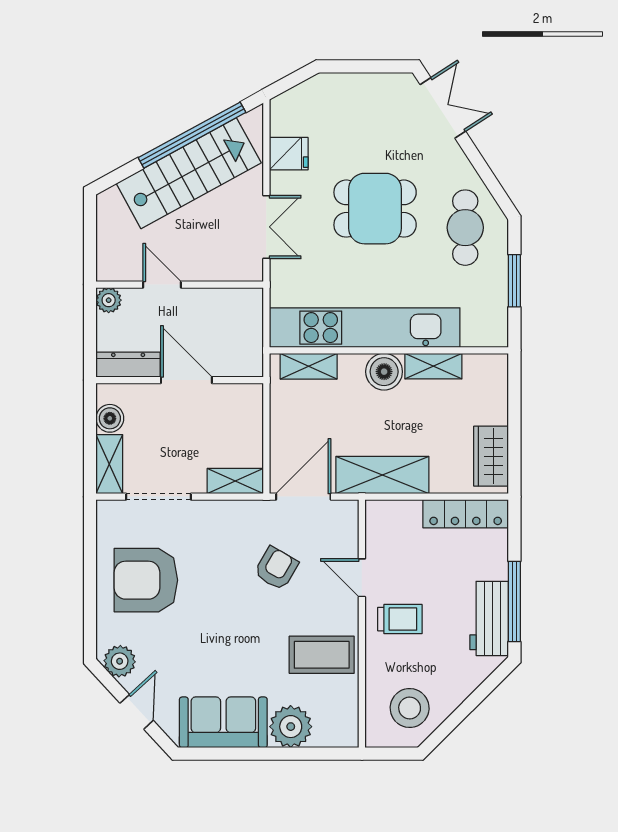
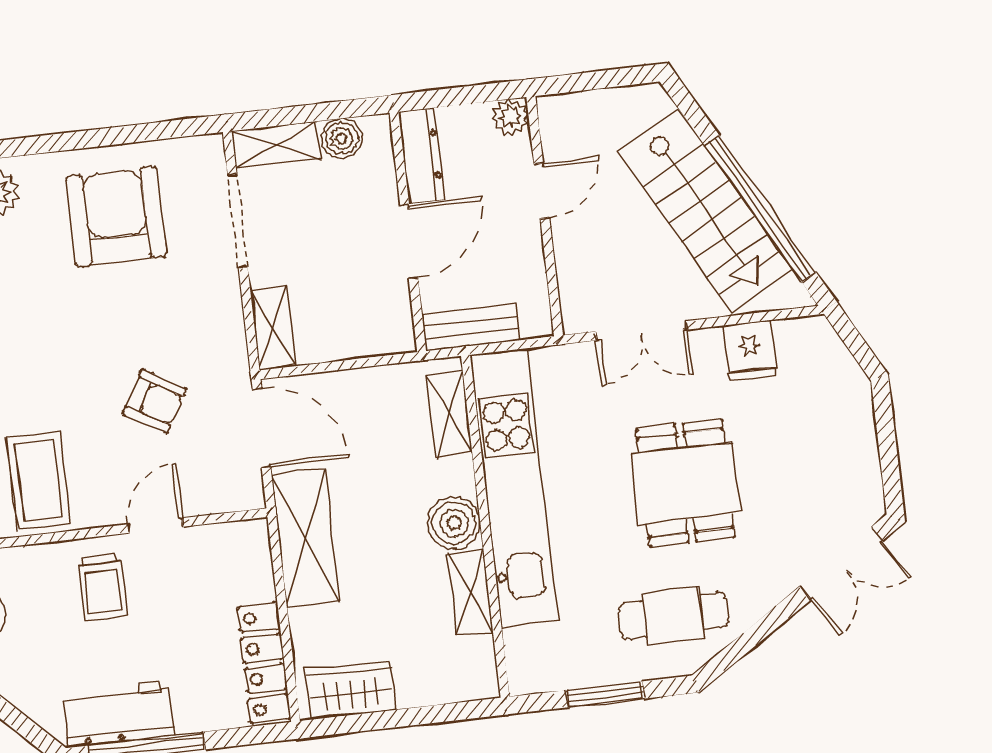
bench: (251, 344) -> (471, 328), added

